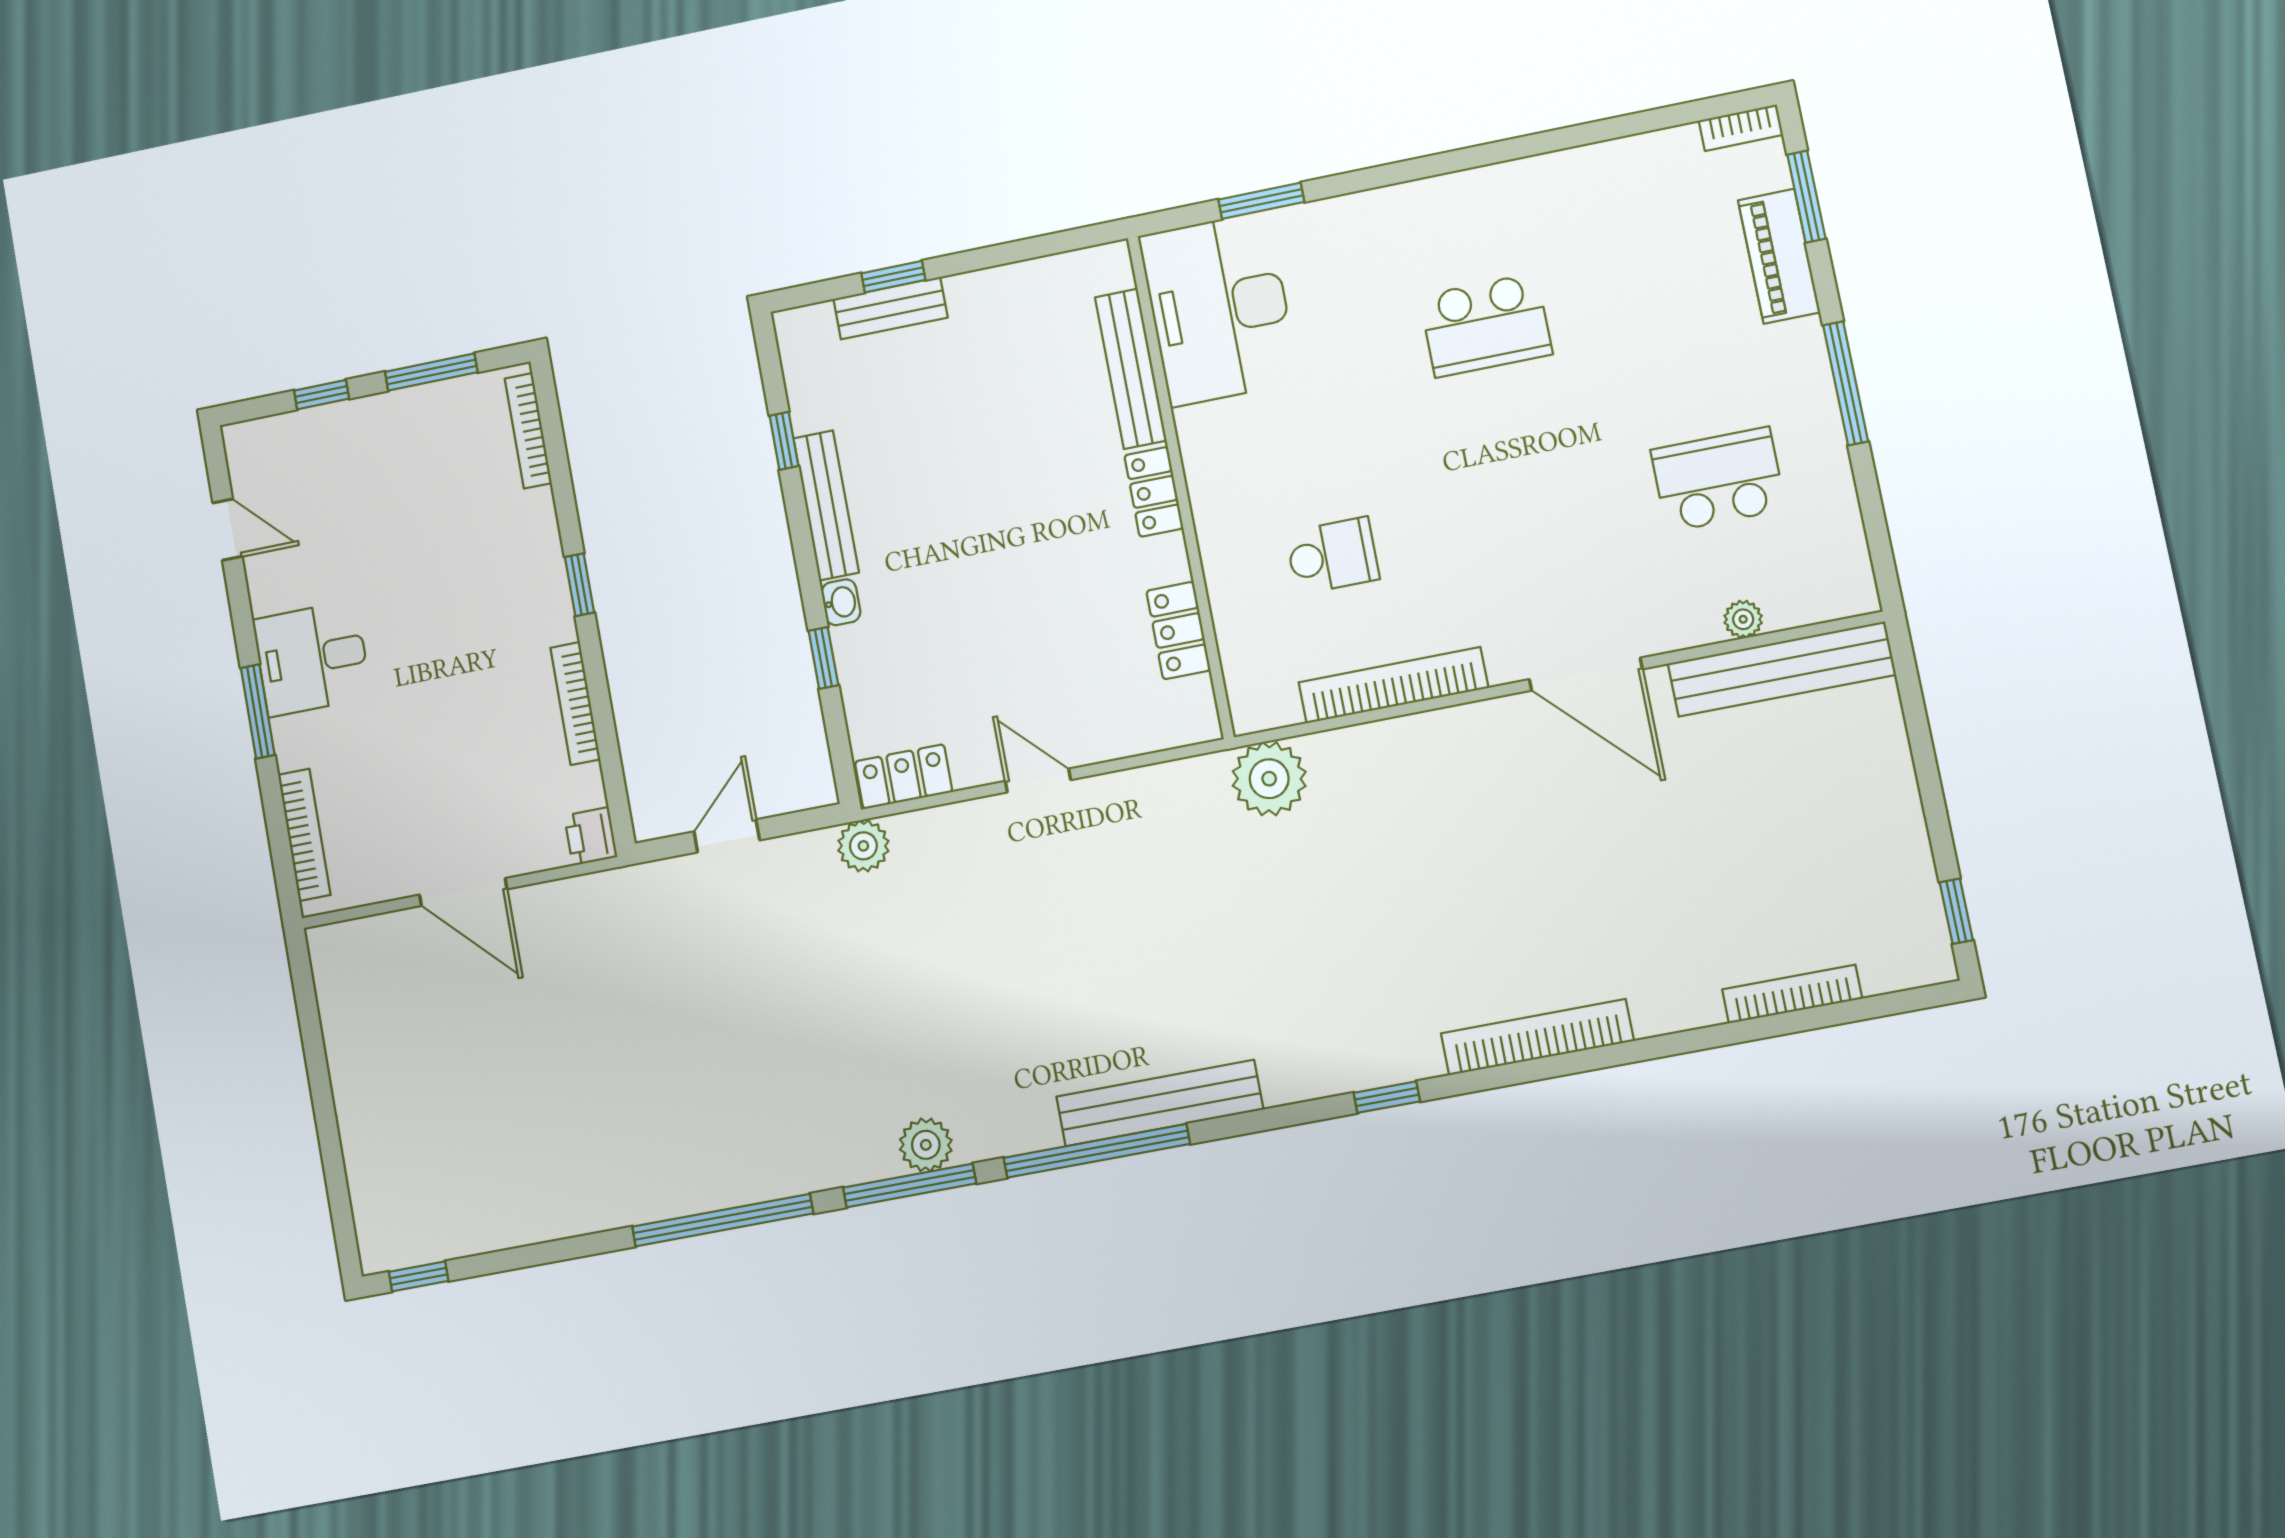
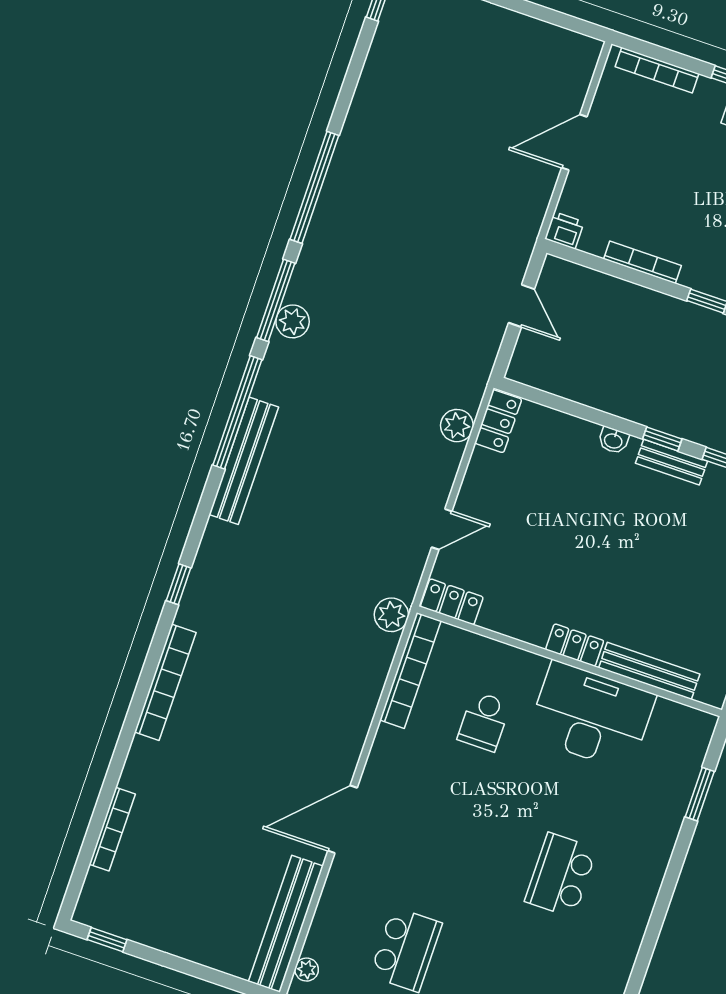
desk: (1219, 309) -> (591, 716), moved
bench: (826, 505) -> (672, 462), width x0.73
plant: (1743, 619) -> (307, 970), moved
locker: (1178, 631) -> (452, 602), moved
window: (823, 658) -> (662, 439), moved
bookcase: (1393, 685) -> (410, 670), moved
plant: (1269, 779) -> (391, 615), width x0.73, depth x0.73
door: (1038, 780) -> (442, 529), moved
plant: (863, 846) -> (457, 426), moved

